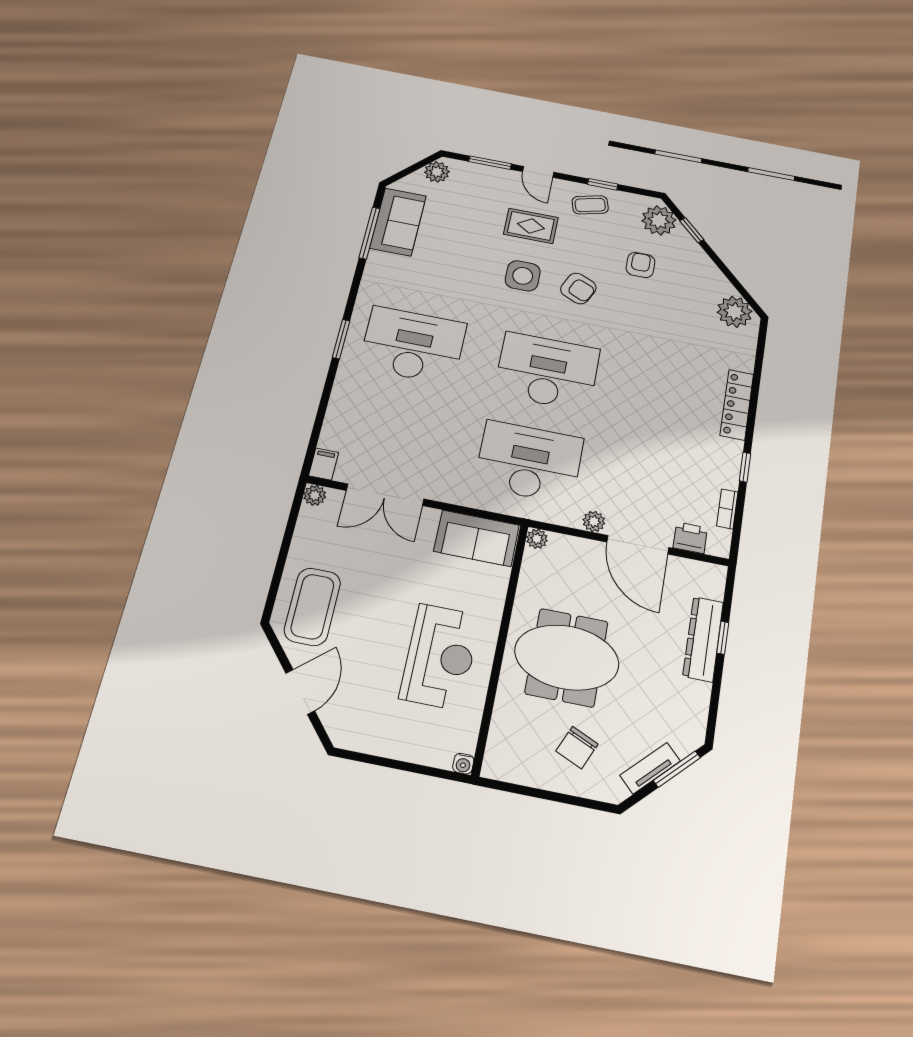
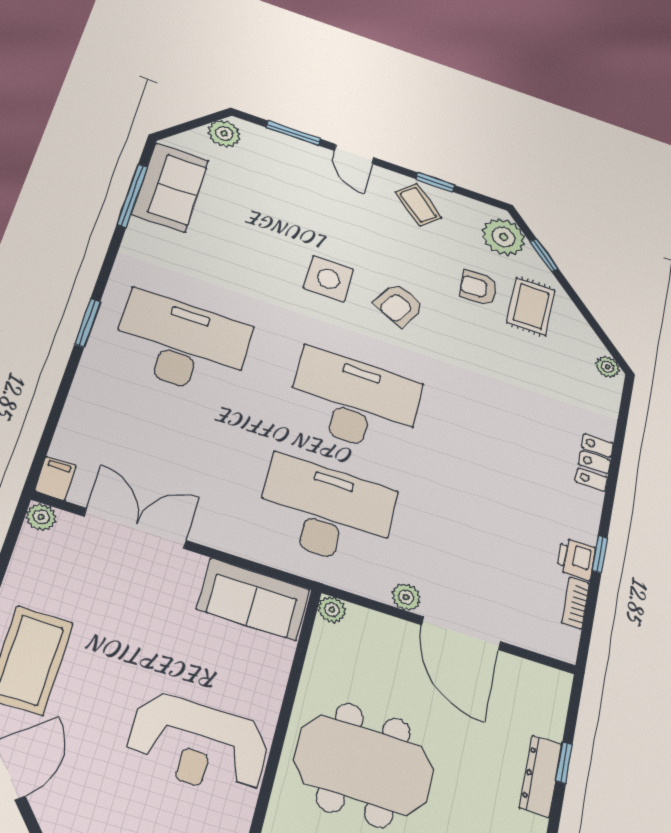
coffee table: (590, 205) -> (418, 205), turned 59
rug: (531, 226) -> (531, 306), moved, turned 90
armchair: (640, 265) -> (478, 288), turned -93
armchair: (578, 288) -> (399, 305), turned 93
plant: (734, 312) -> (608, 367), width x0.53, depth x0.53
locker: (737, 405) -> (595, 462), width x0.66
double door: (385, 495) -> (135, 528), swing flipped
printer: (690, 538) -> (576, 559), moved, turned -90
dresser: (703, 639) -> (541, 776), width x0.73, depth x0.80
reception desk: (440, 657) -> (198, 745), turned 90

